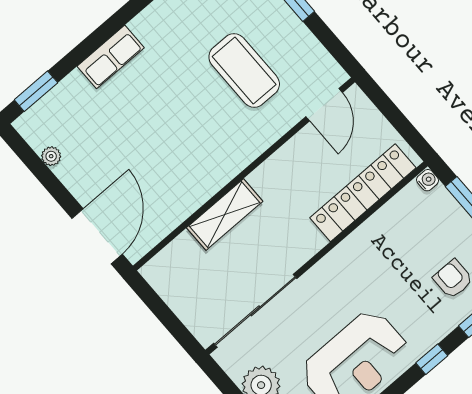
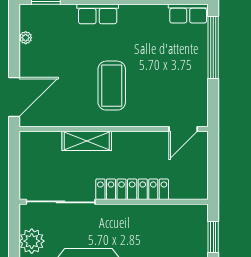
coffee table: (244, 70) -> (112, 86), moved
water cooler: (428, 180) -> (202, 211), removed
locker: (363, 193) -> (132, 189), moved

